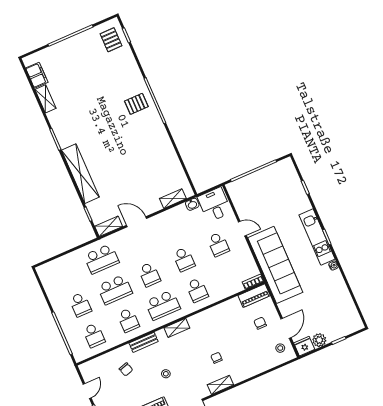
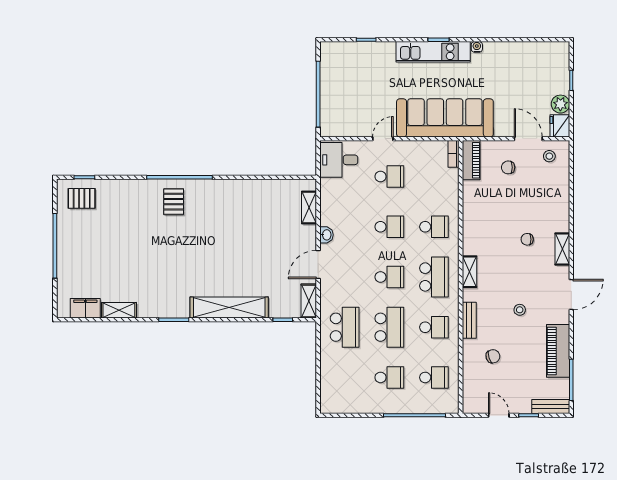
washbasin: (192, 204) -> (326, 235), moved

